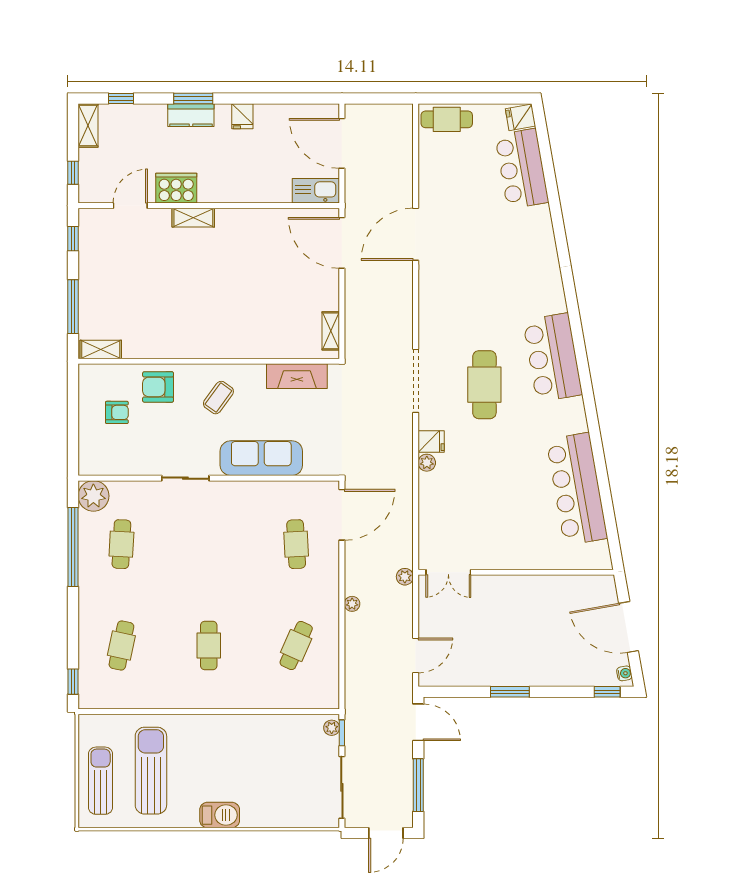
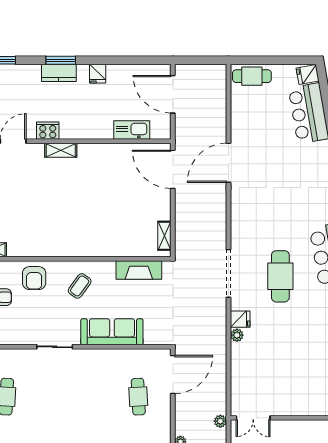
cooker: (176, 188) -> (48, 131), width x0.73, depth x0.76
kitchen sink: (316, 191) -> (132, 130), moved
armchair: (158, 387) -> (34, 278), turned -90

